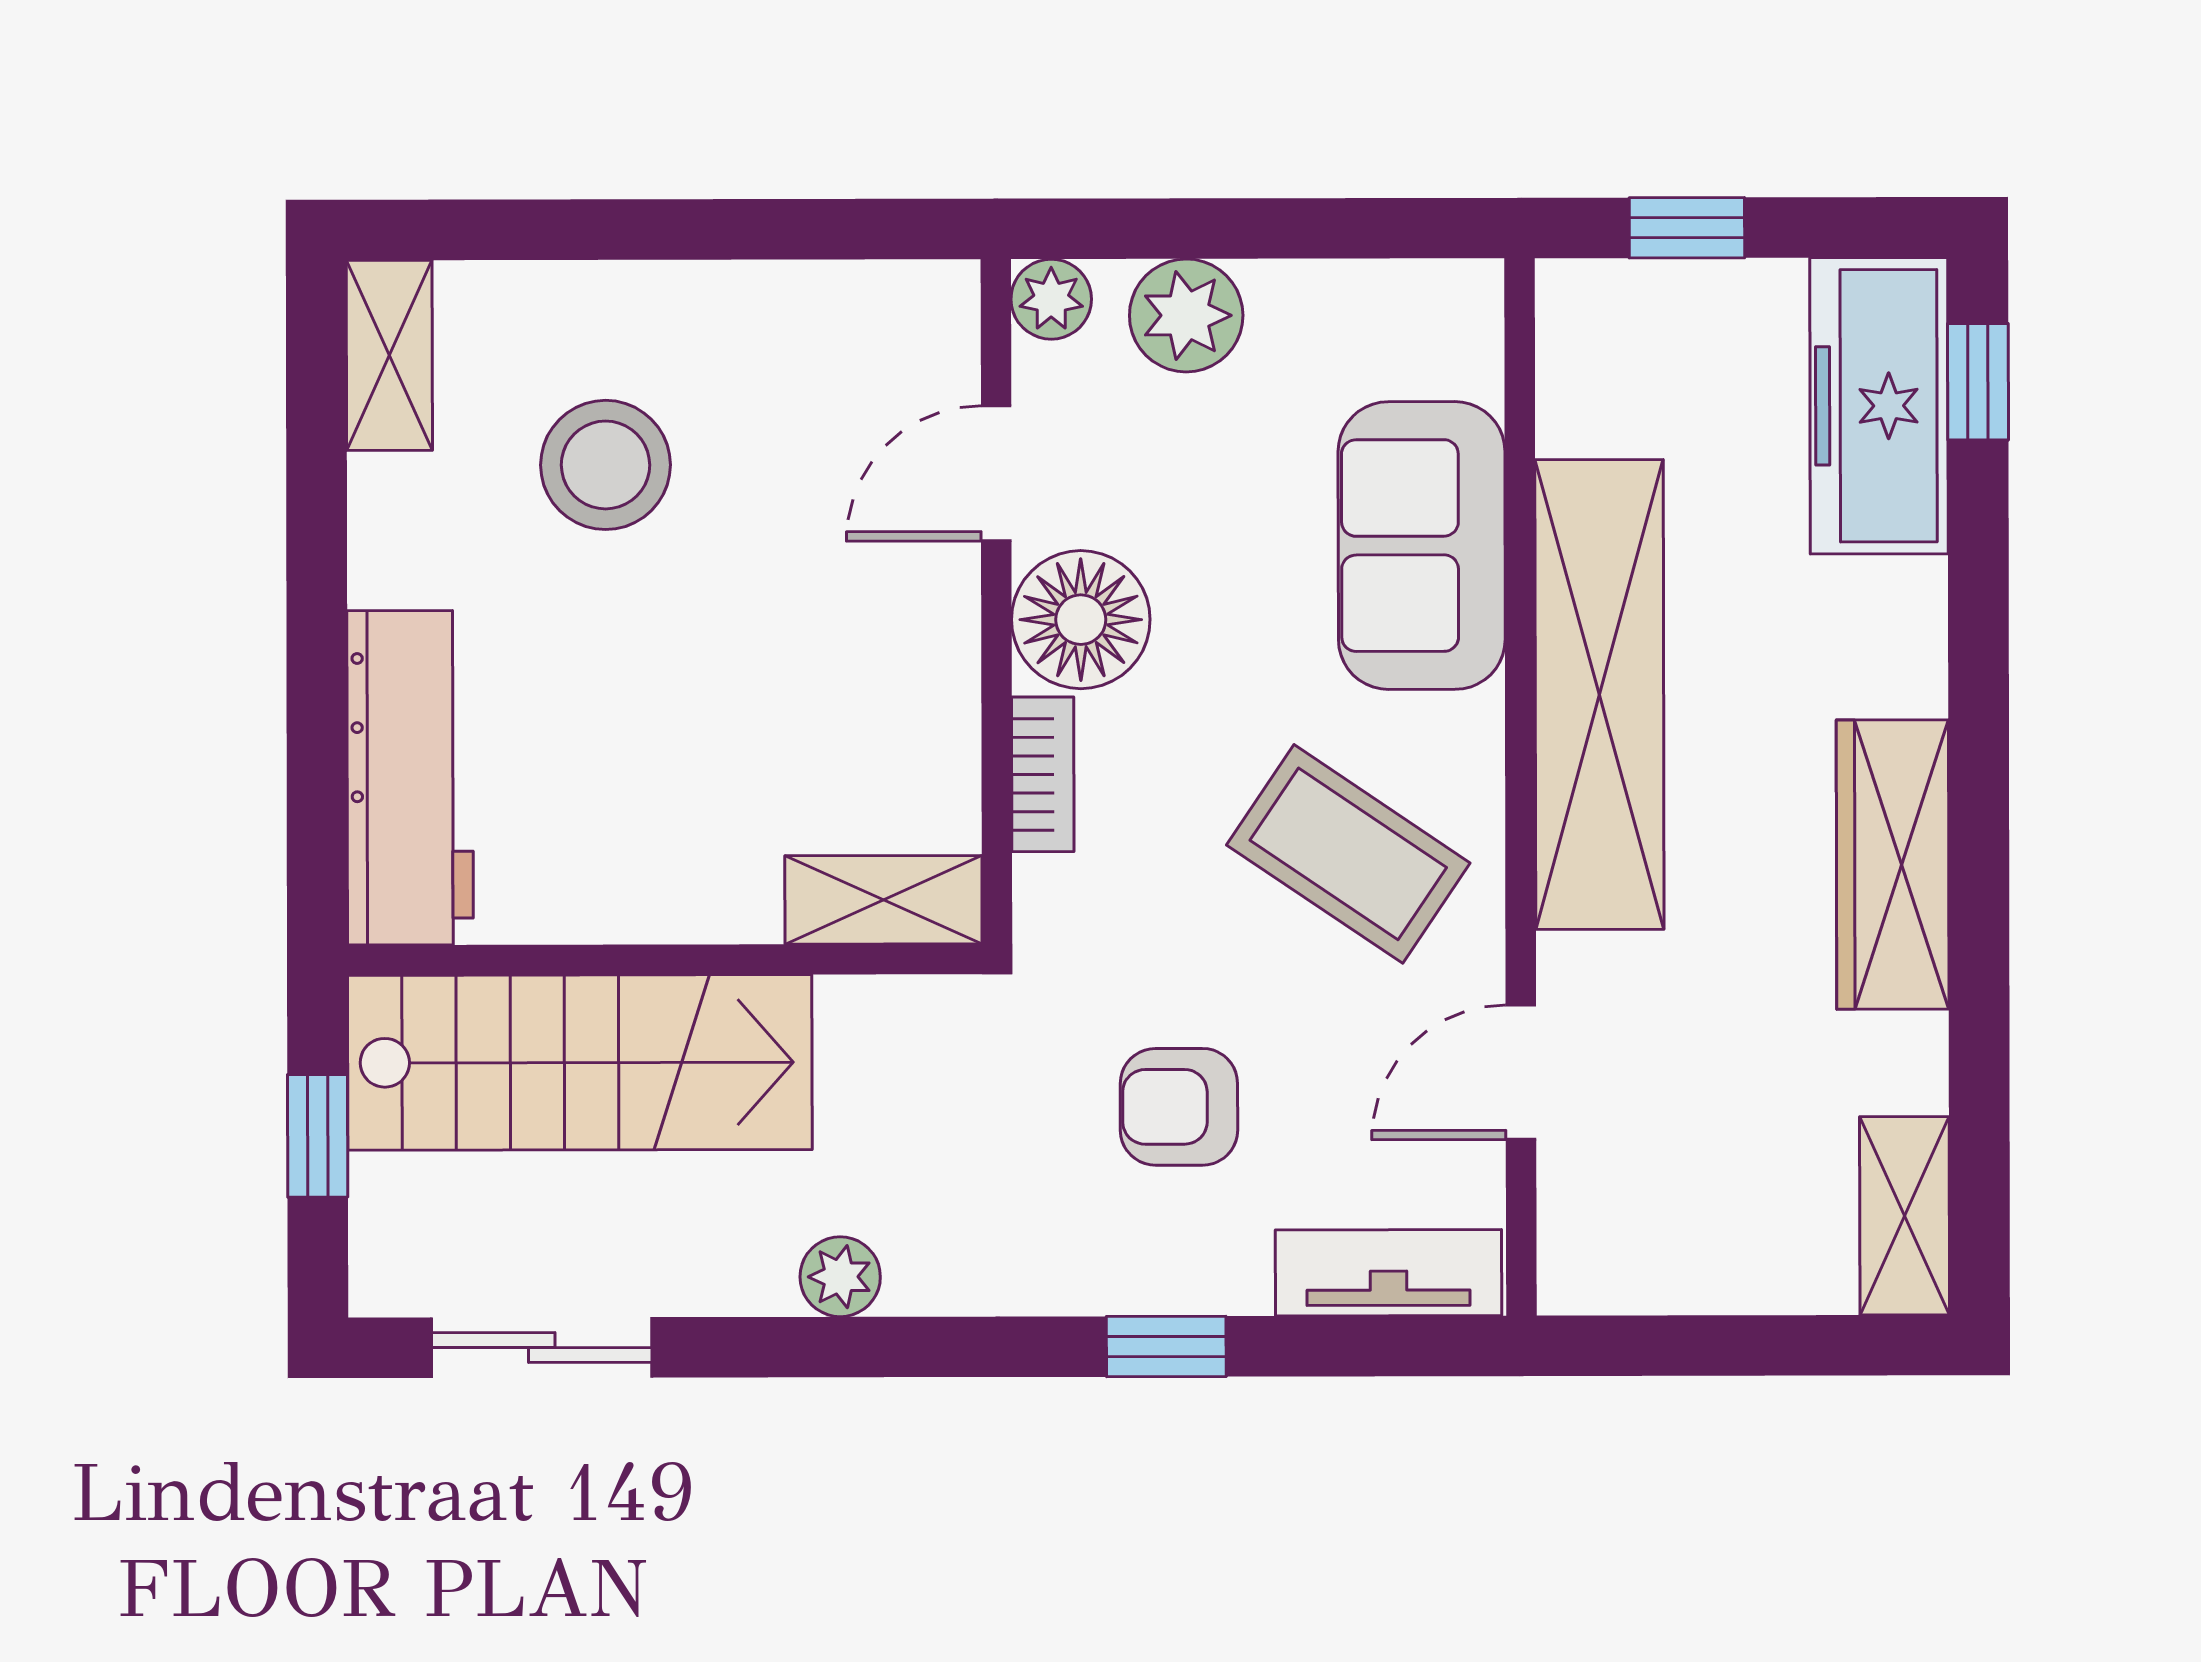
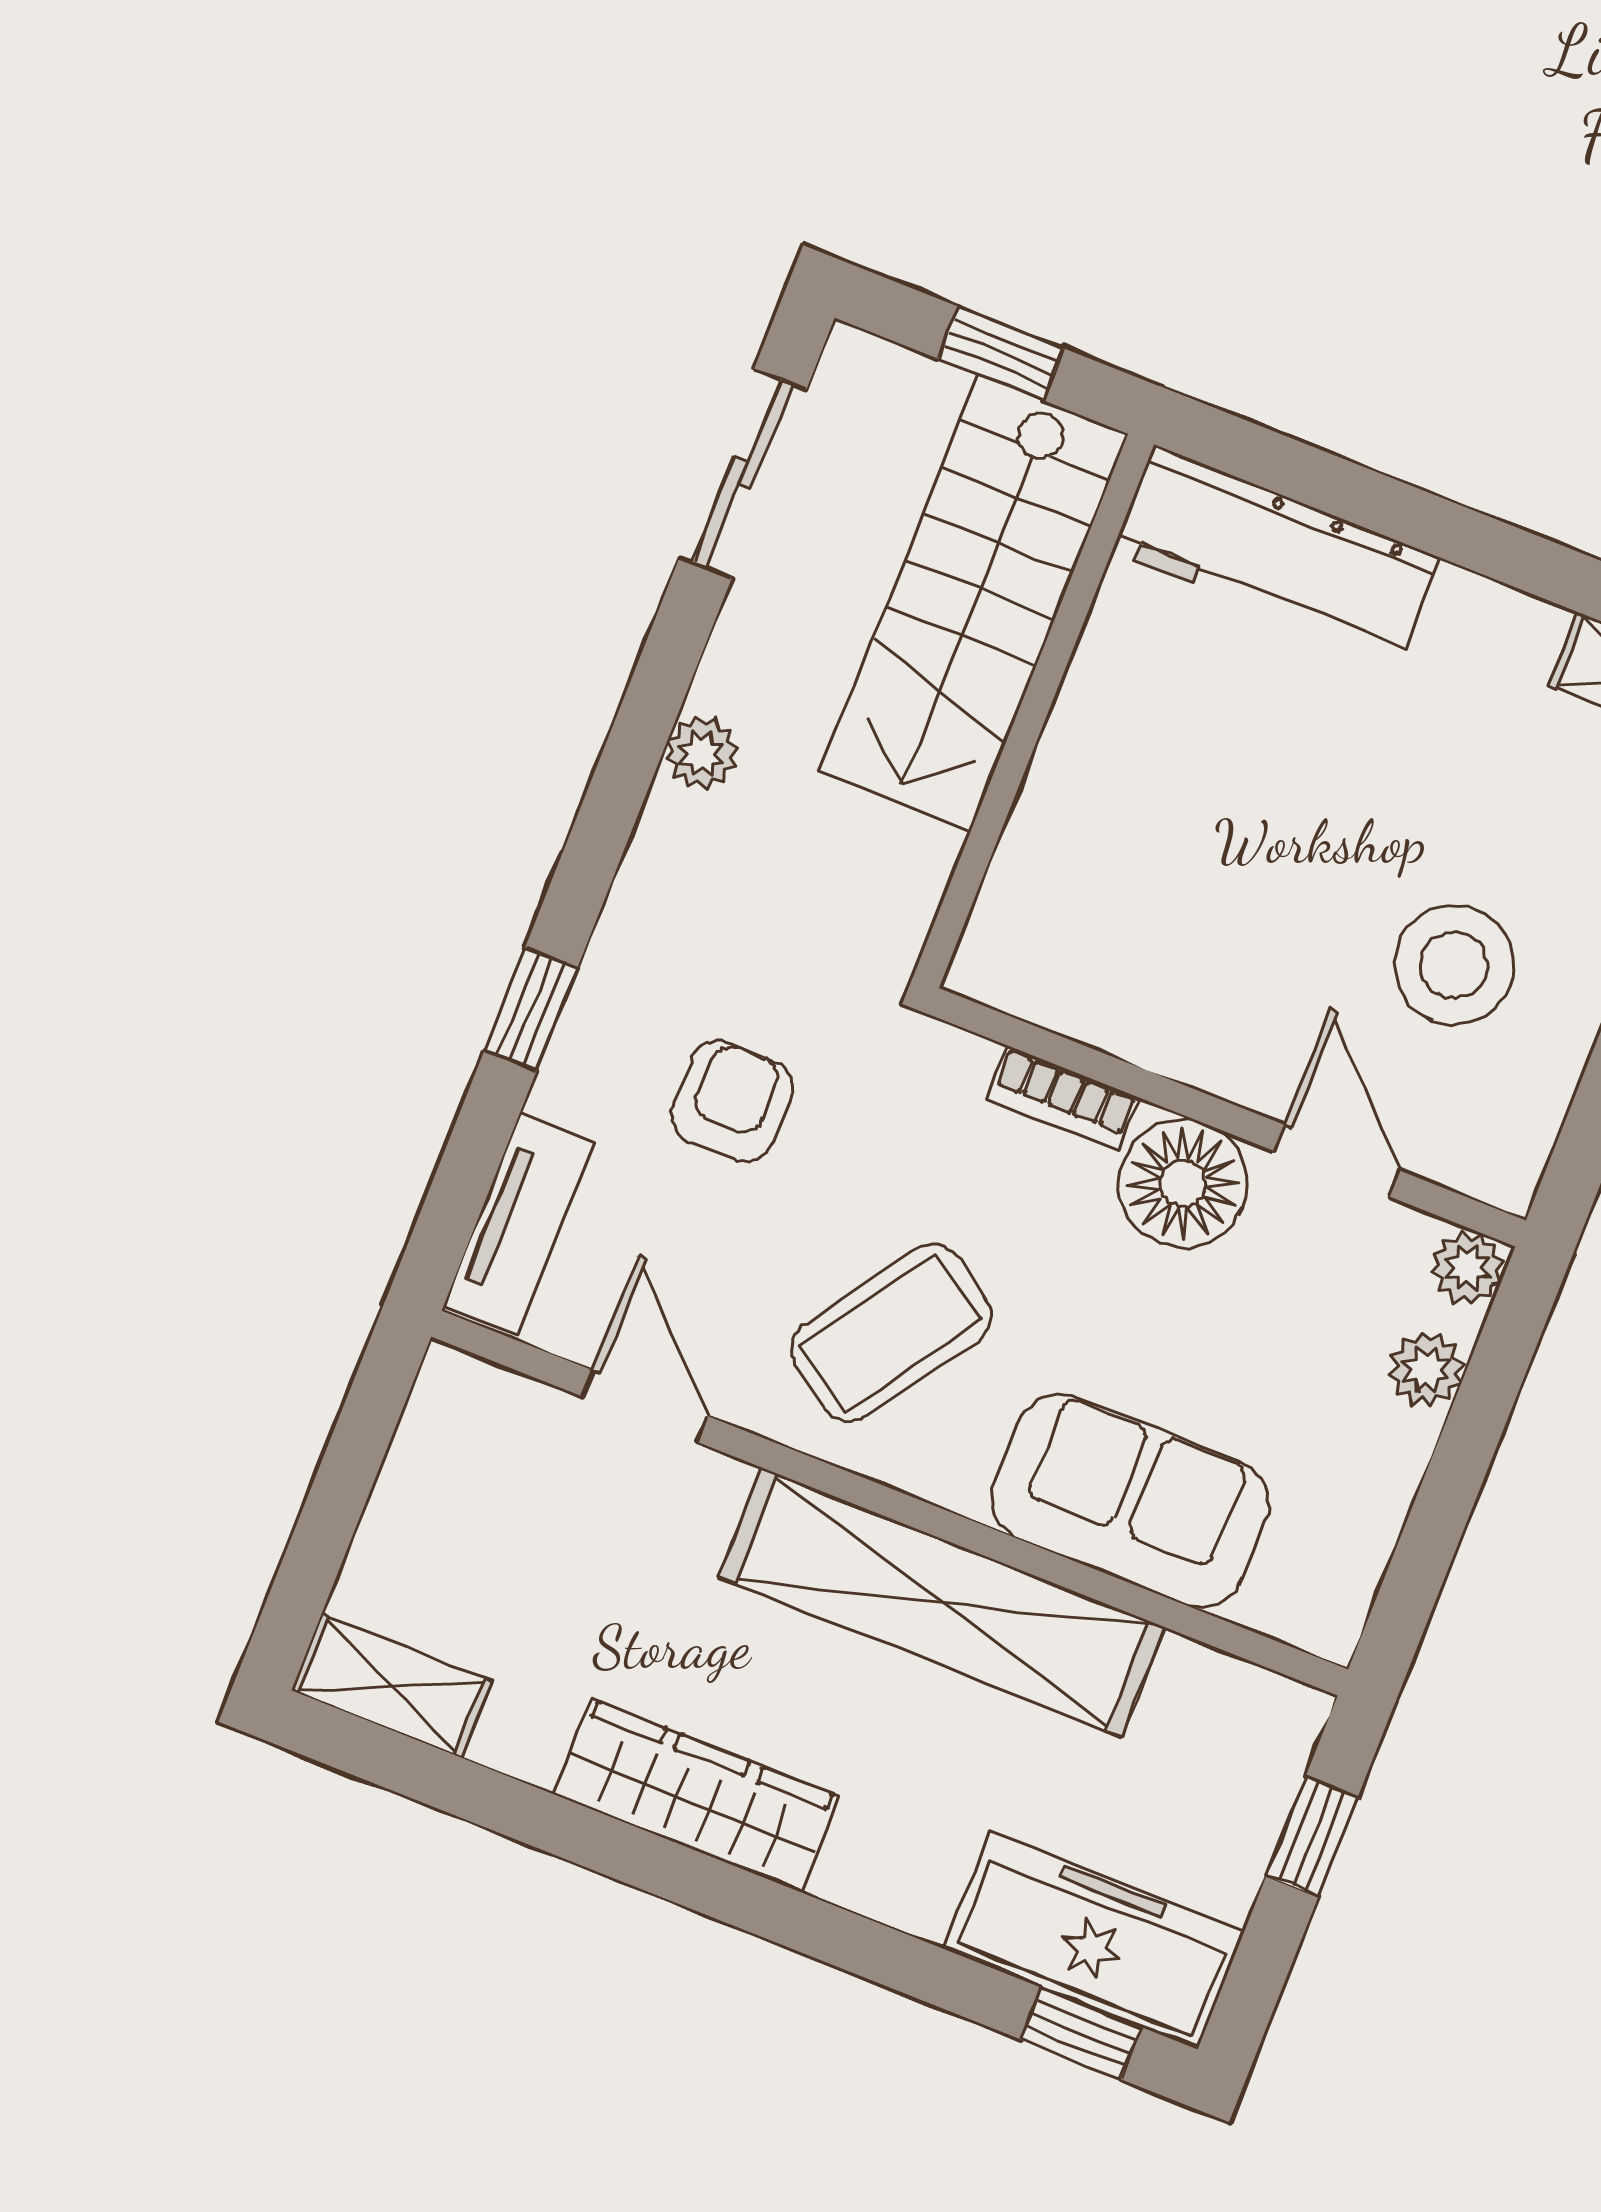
plant: (1186, 315) -> (1426, 1369), width x0.73, depth x0.73
stool: (605, 465) -> (1454, 965), moved
shelving: (883, 900) -> (1010, 919), removed

